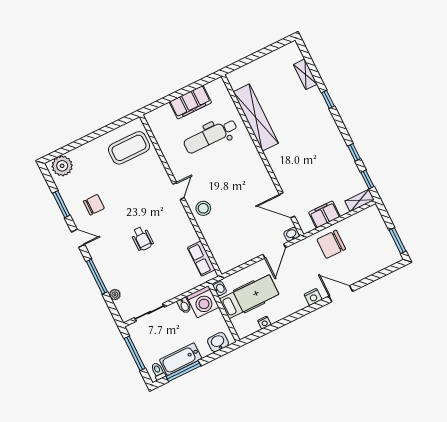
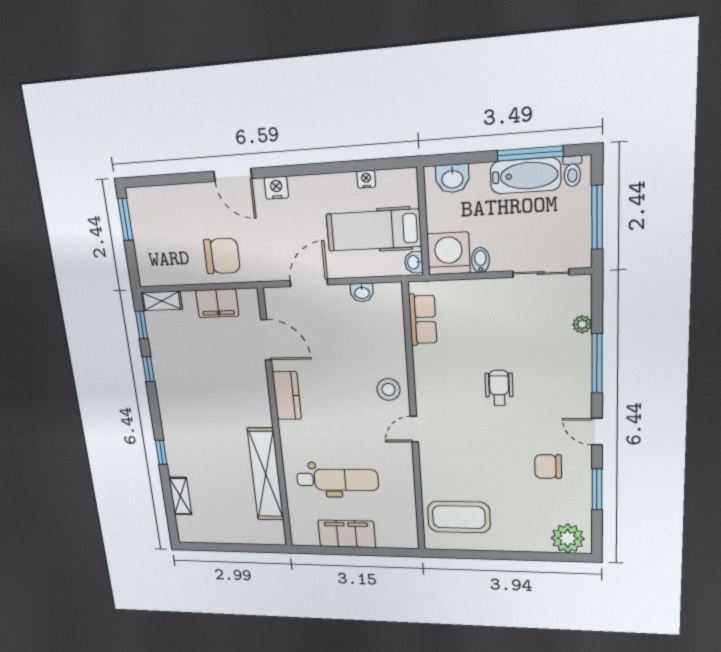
kitchen counter: (262, 176) -> (287, 396), added
washbasin: (292, 234) -> (362, 292), moved

